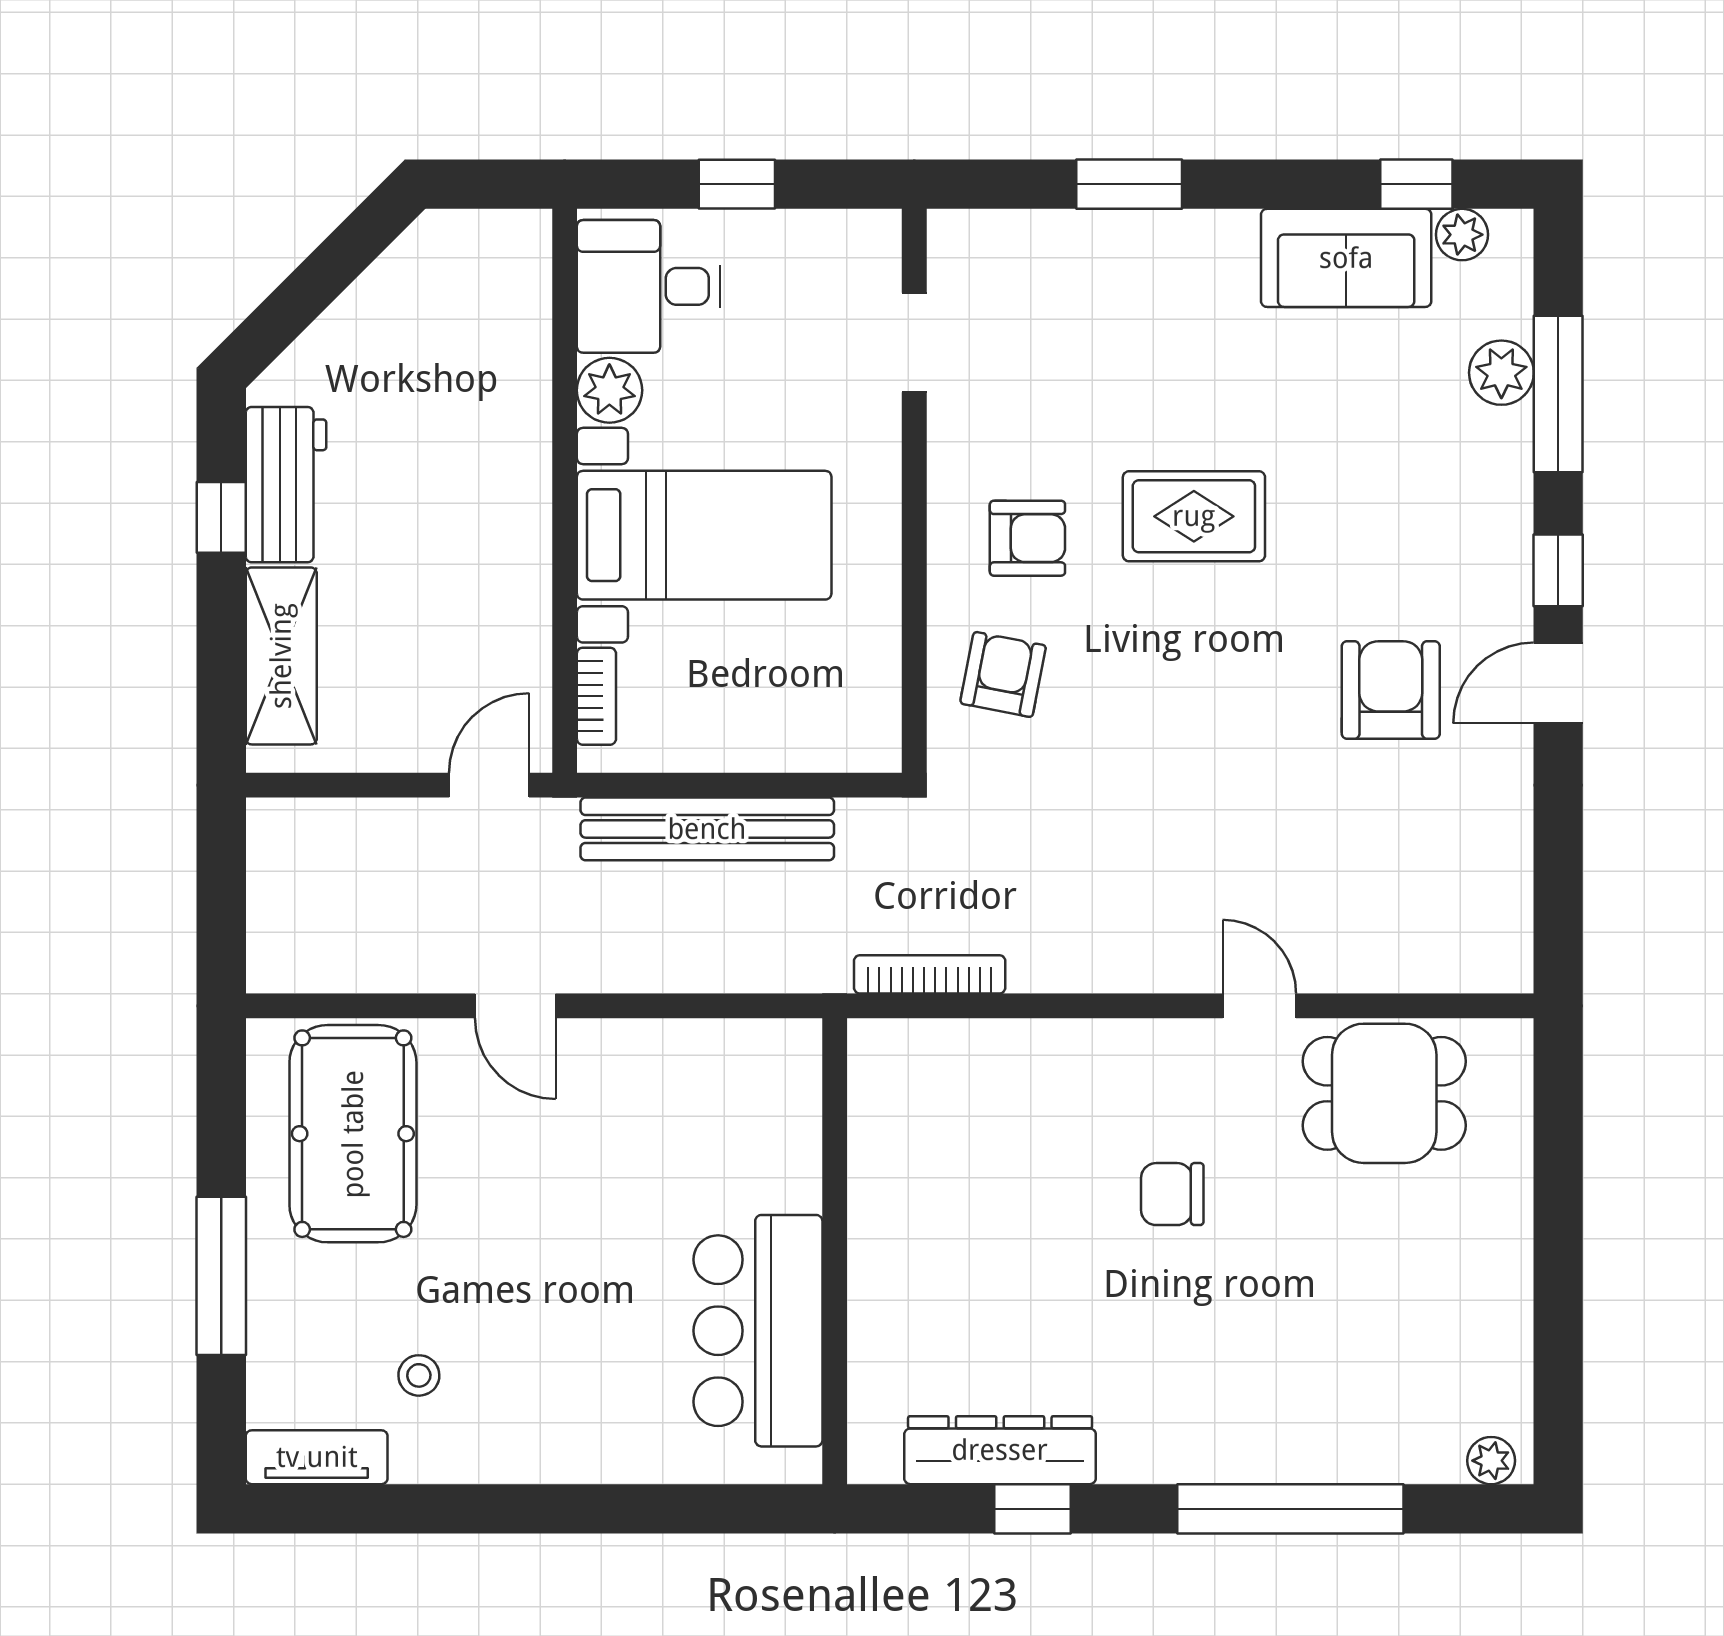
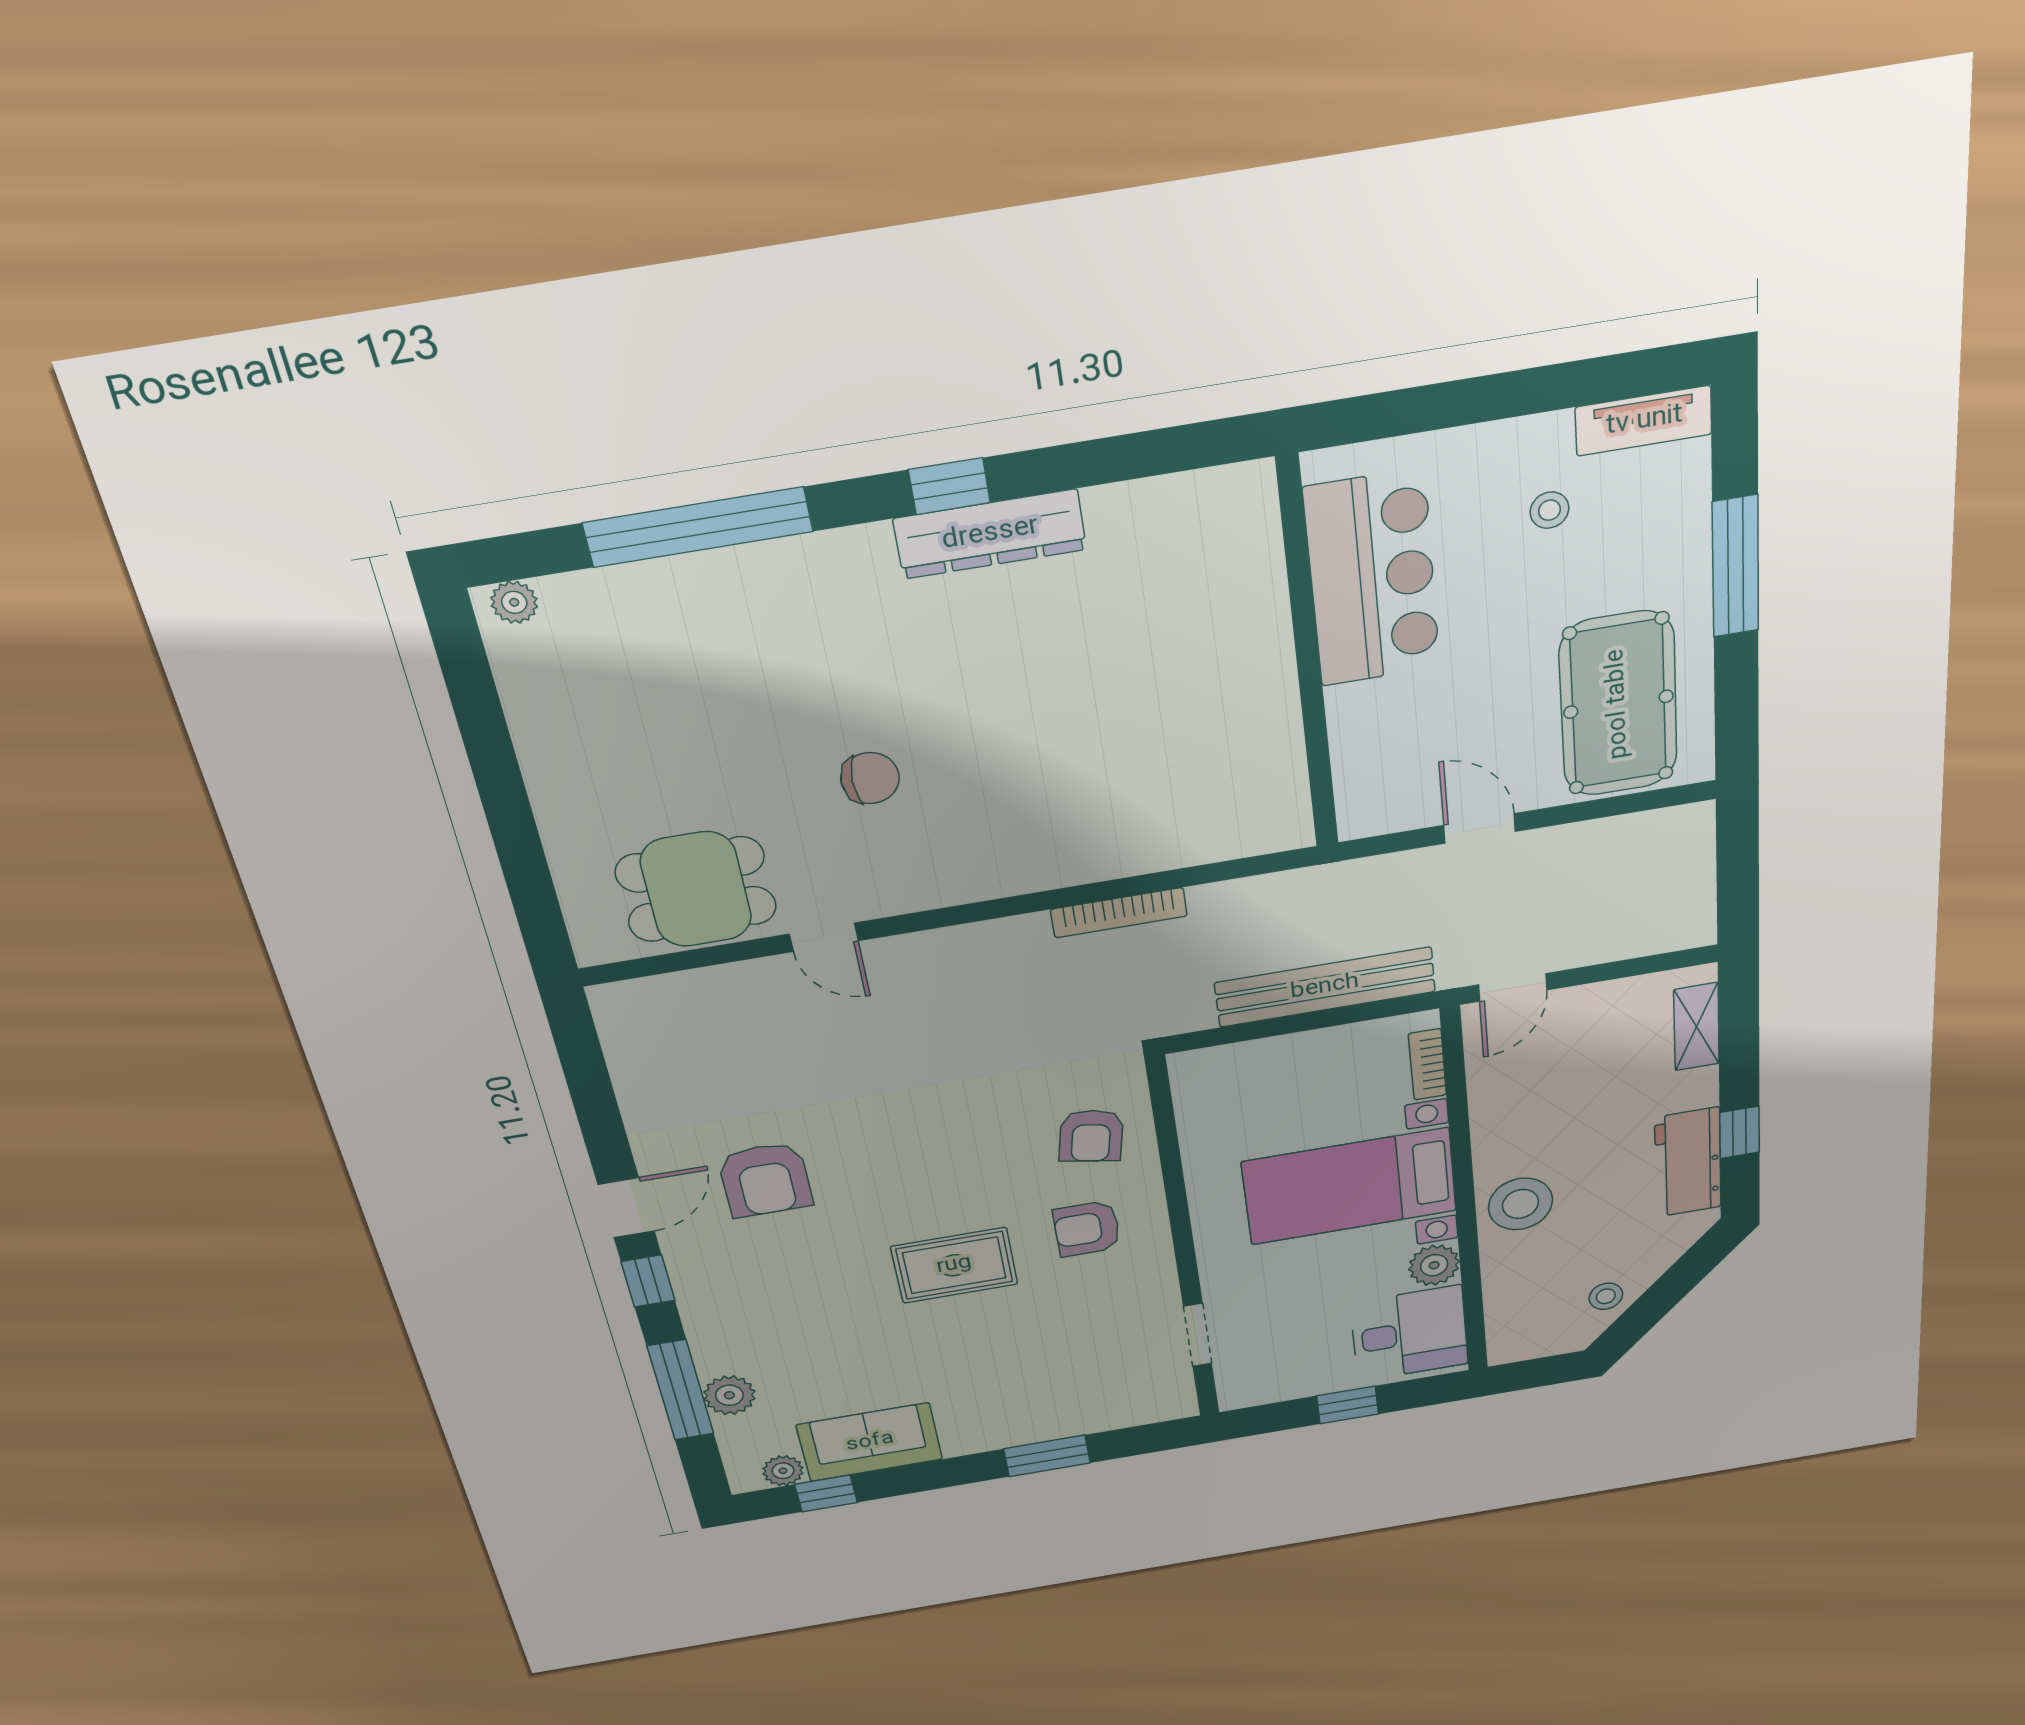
stool: (395, 293) -> (1606, 1296), added
stool: (496, 464) -> (1521, 1204), added
shelving: (281, 656) -> (1696, 1027), width x0.67, depth x0.75
wall: (835, 1251) -> (1308, 658), moved
bar counter: (758, 1331) -> (1372, 579), moved

